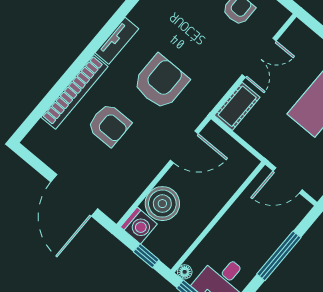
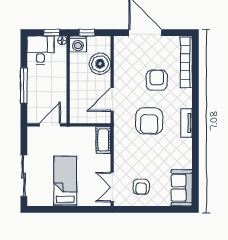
double door: (259, 58) -> (112, 187), moved
bookcase: (75, 92) -> (186, 62), moved
armchair: (109, 125) -> (157, 80), turned 90
washing machine: (139, 226) -> (78, 44), moved, turned -90

